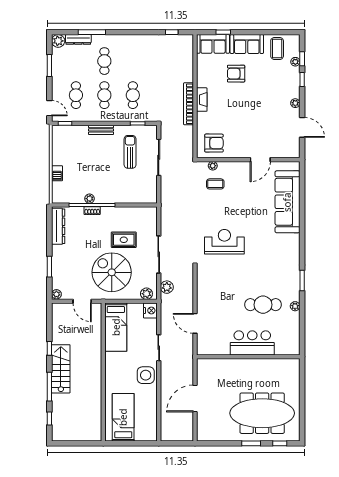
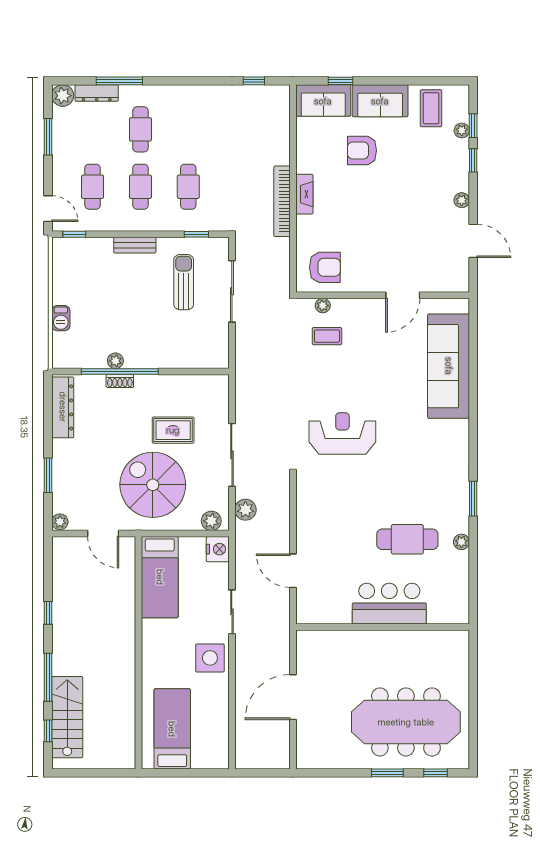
stairs: (61, 369) -> (67, 717), moved

